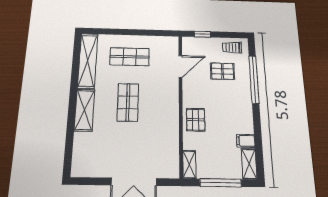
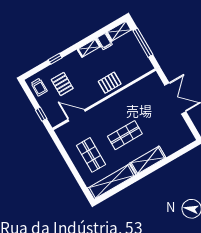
window: (254, 79) -> (55, 59), width x0.32
shelving: (189, 164) -> (89, 48), moved

